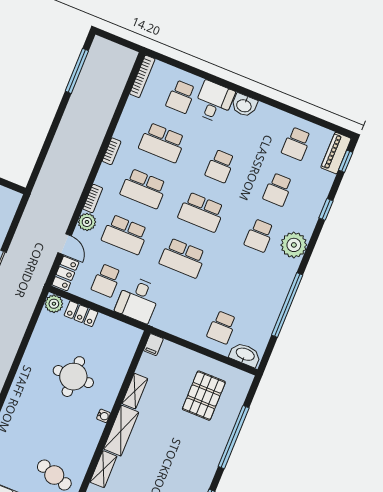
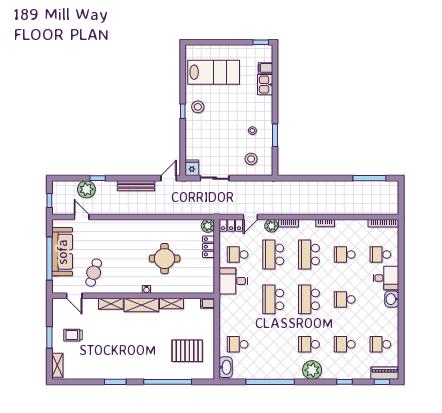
school desk: (162, 143) -> (345, 255), width x0.54

